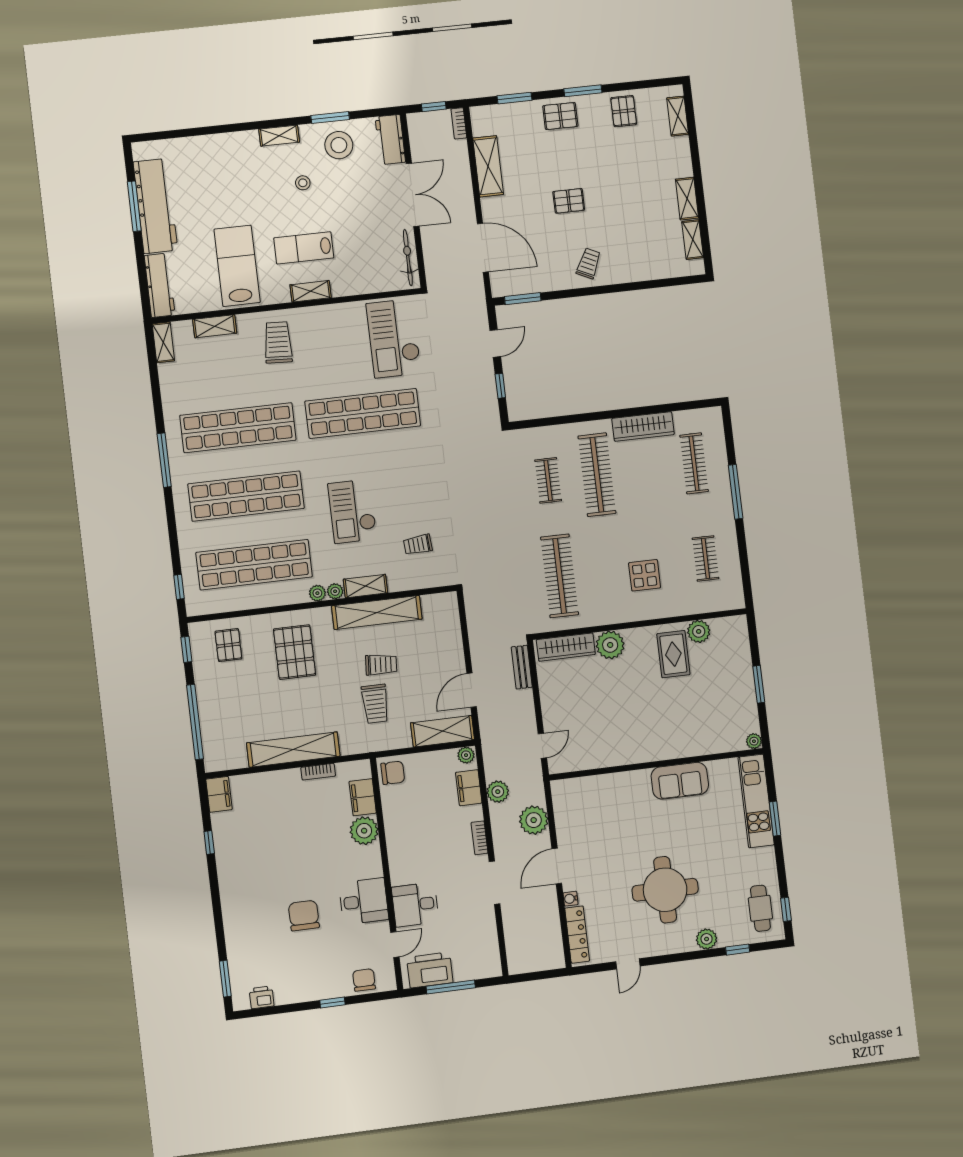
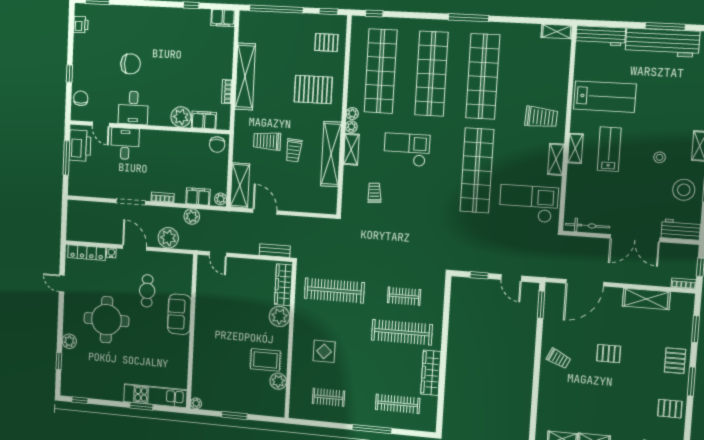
pallet: (569, 201) -> (609, 354), turned 90
shelving: (215, 326) -> (556, 159), moved
sofa: (680, 781) -> (179, 314), moved
cafe table: (760, 908) -> (147, 291), moved, turned 90
chair: (364, 980) -> (81, 98), turned -90

